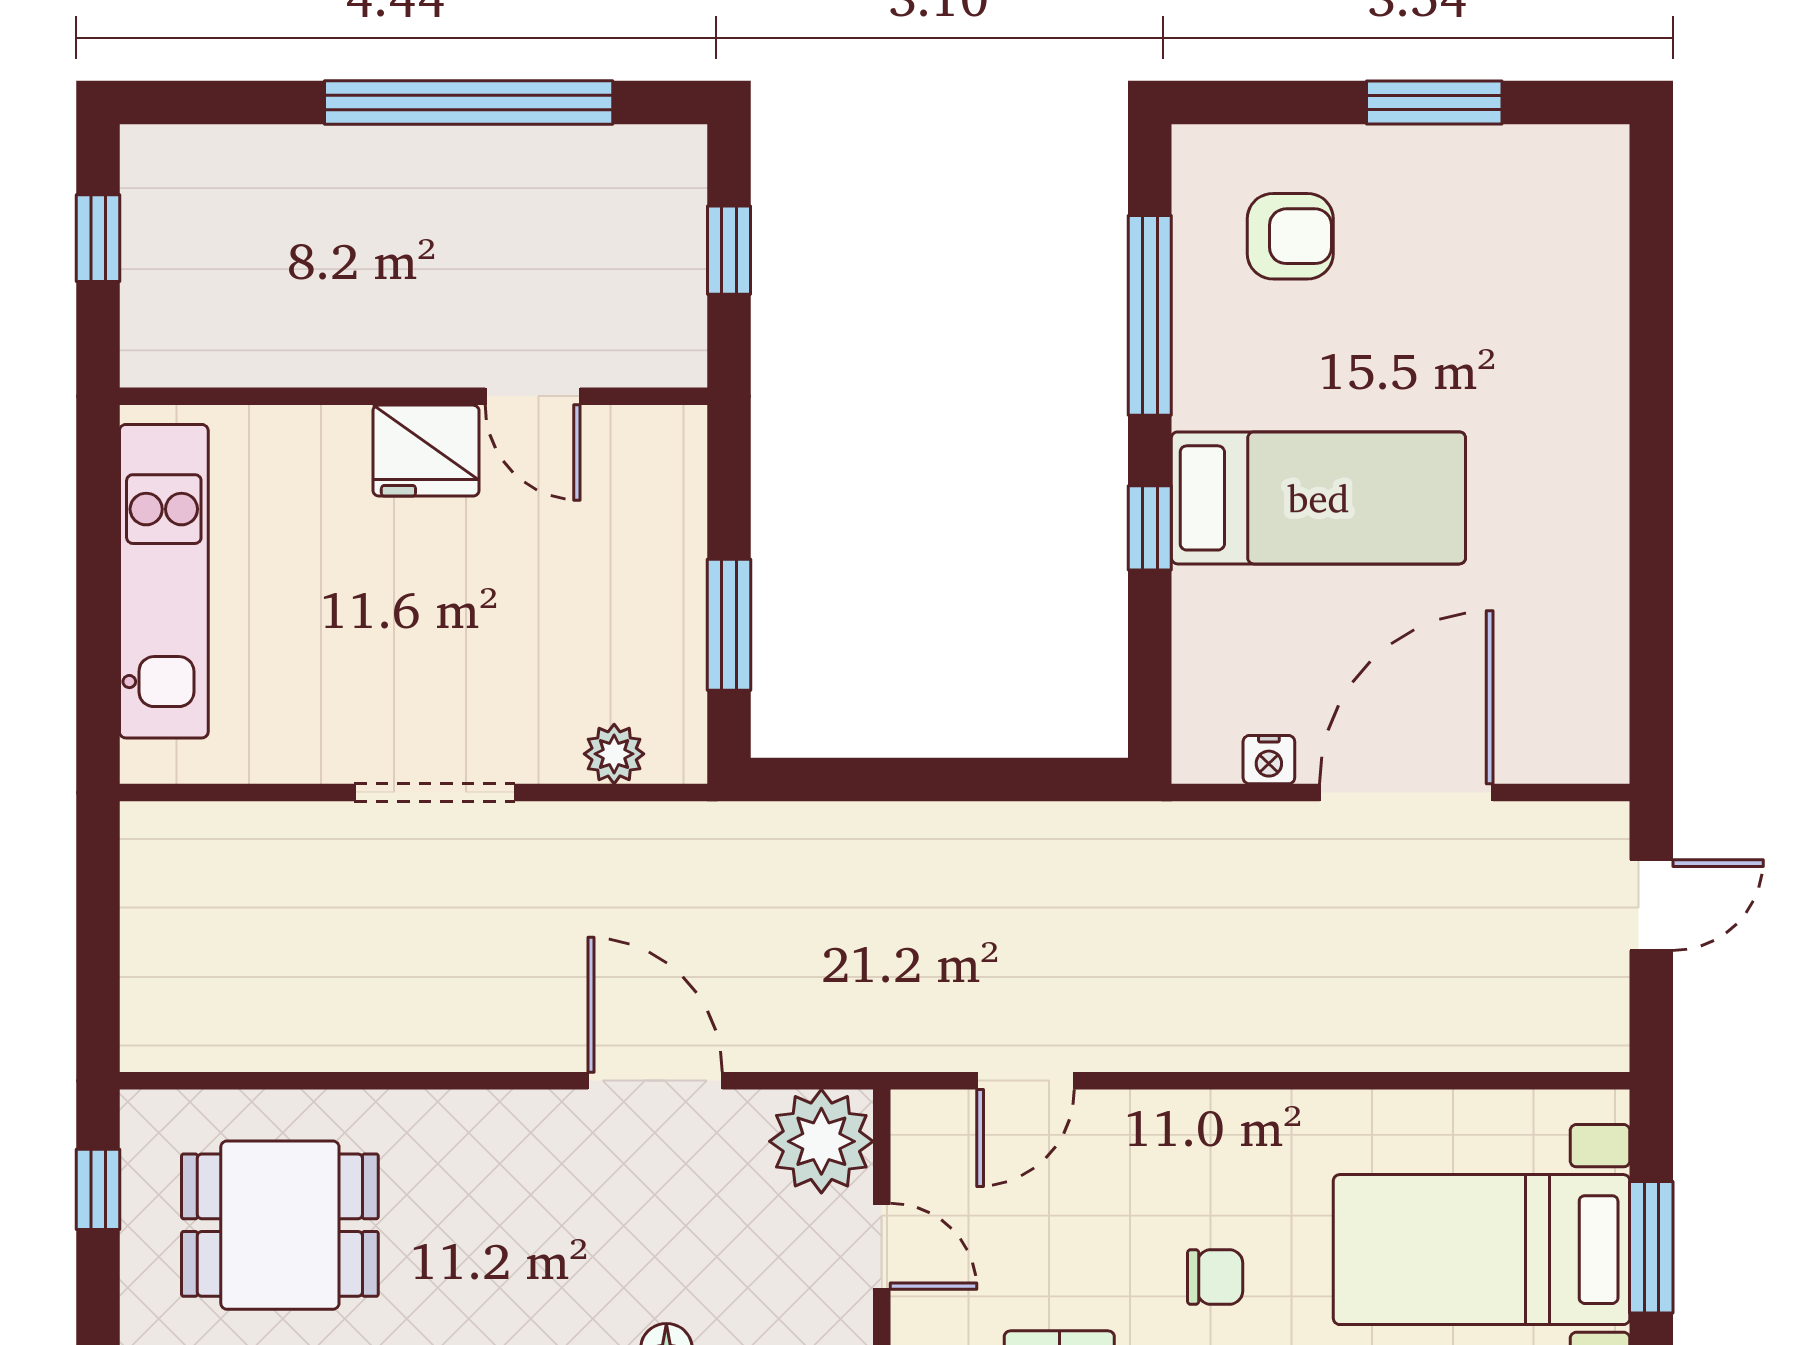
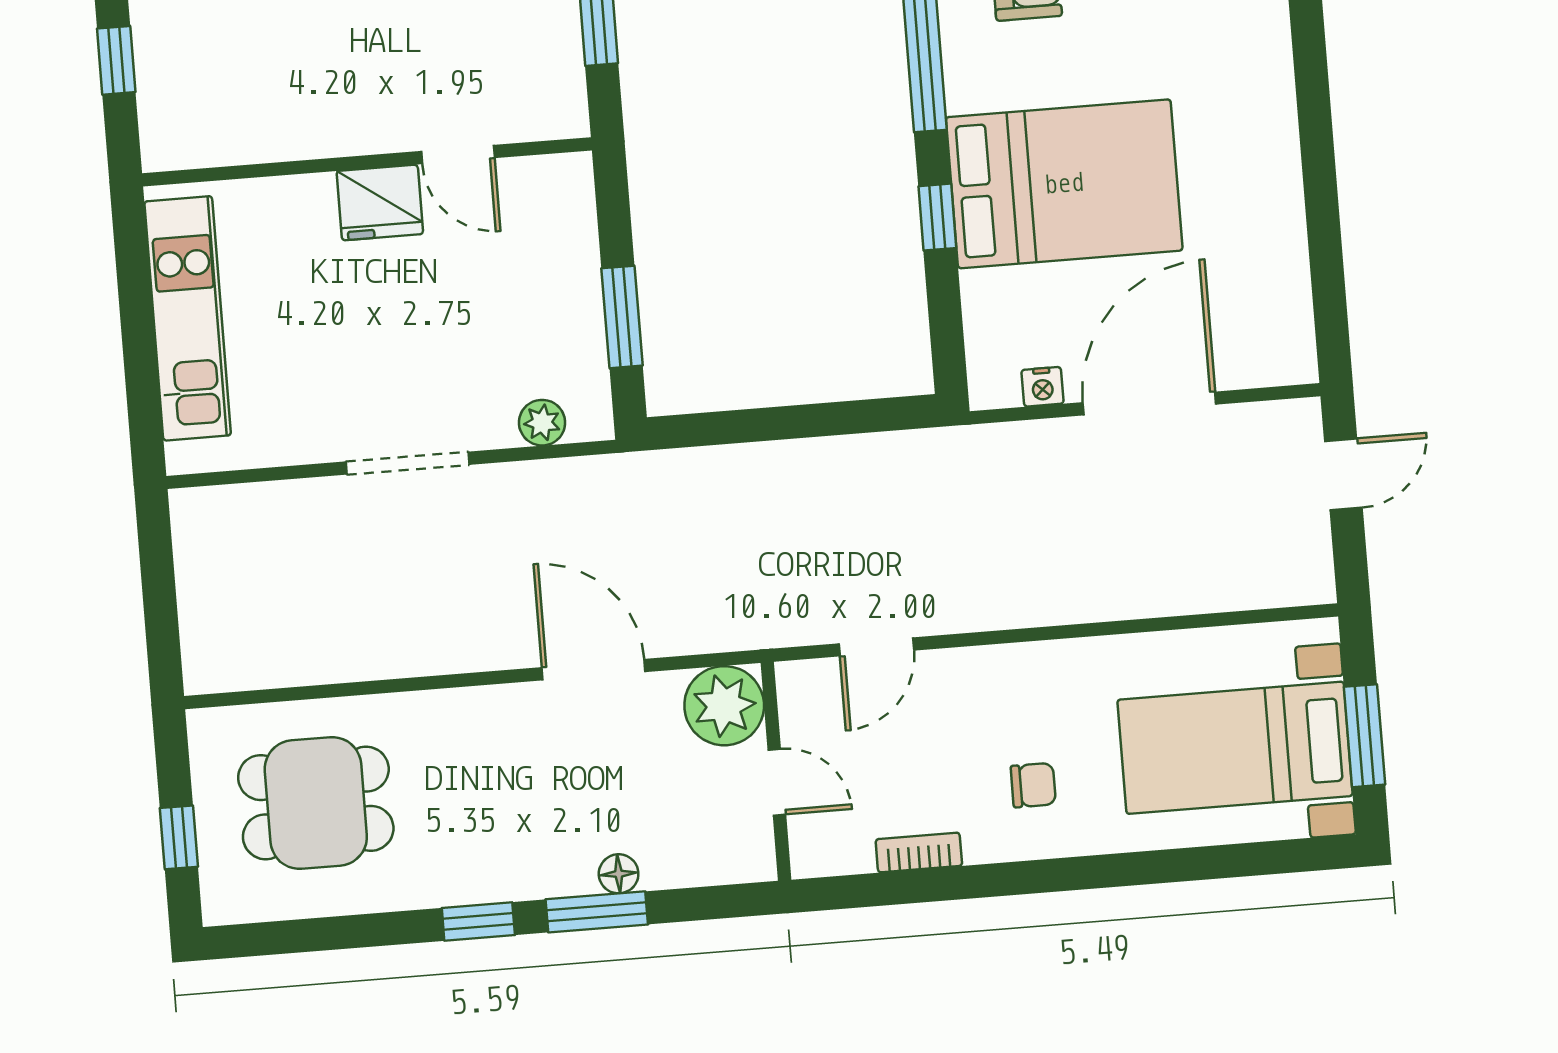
bed: (1318, 498) -> (1064, 184), width x1.50
window: (98, 1189) -> (179, 837), moved

